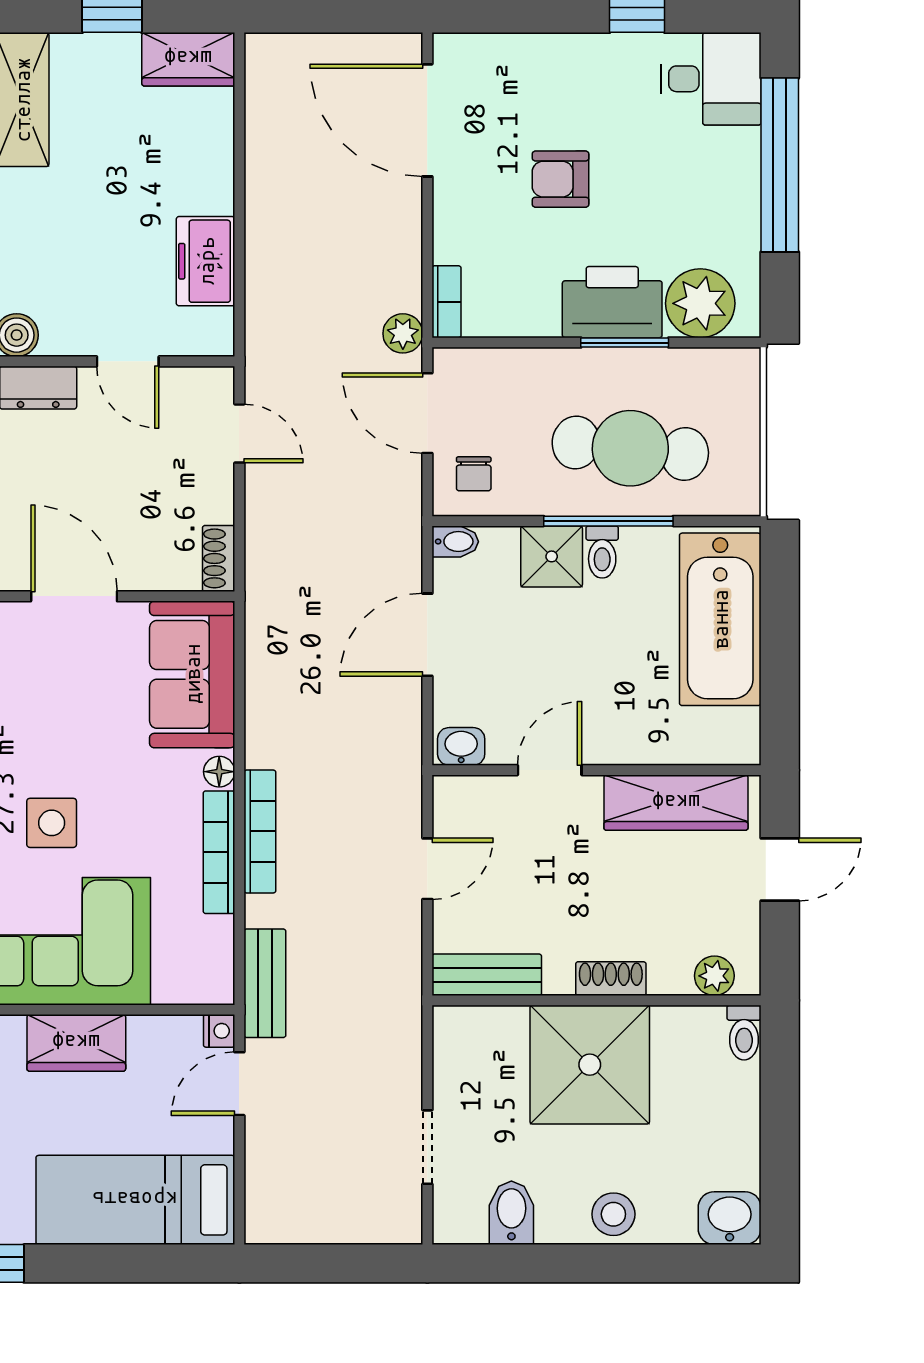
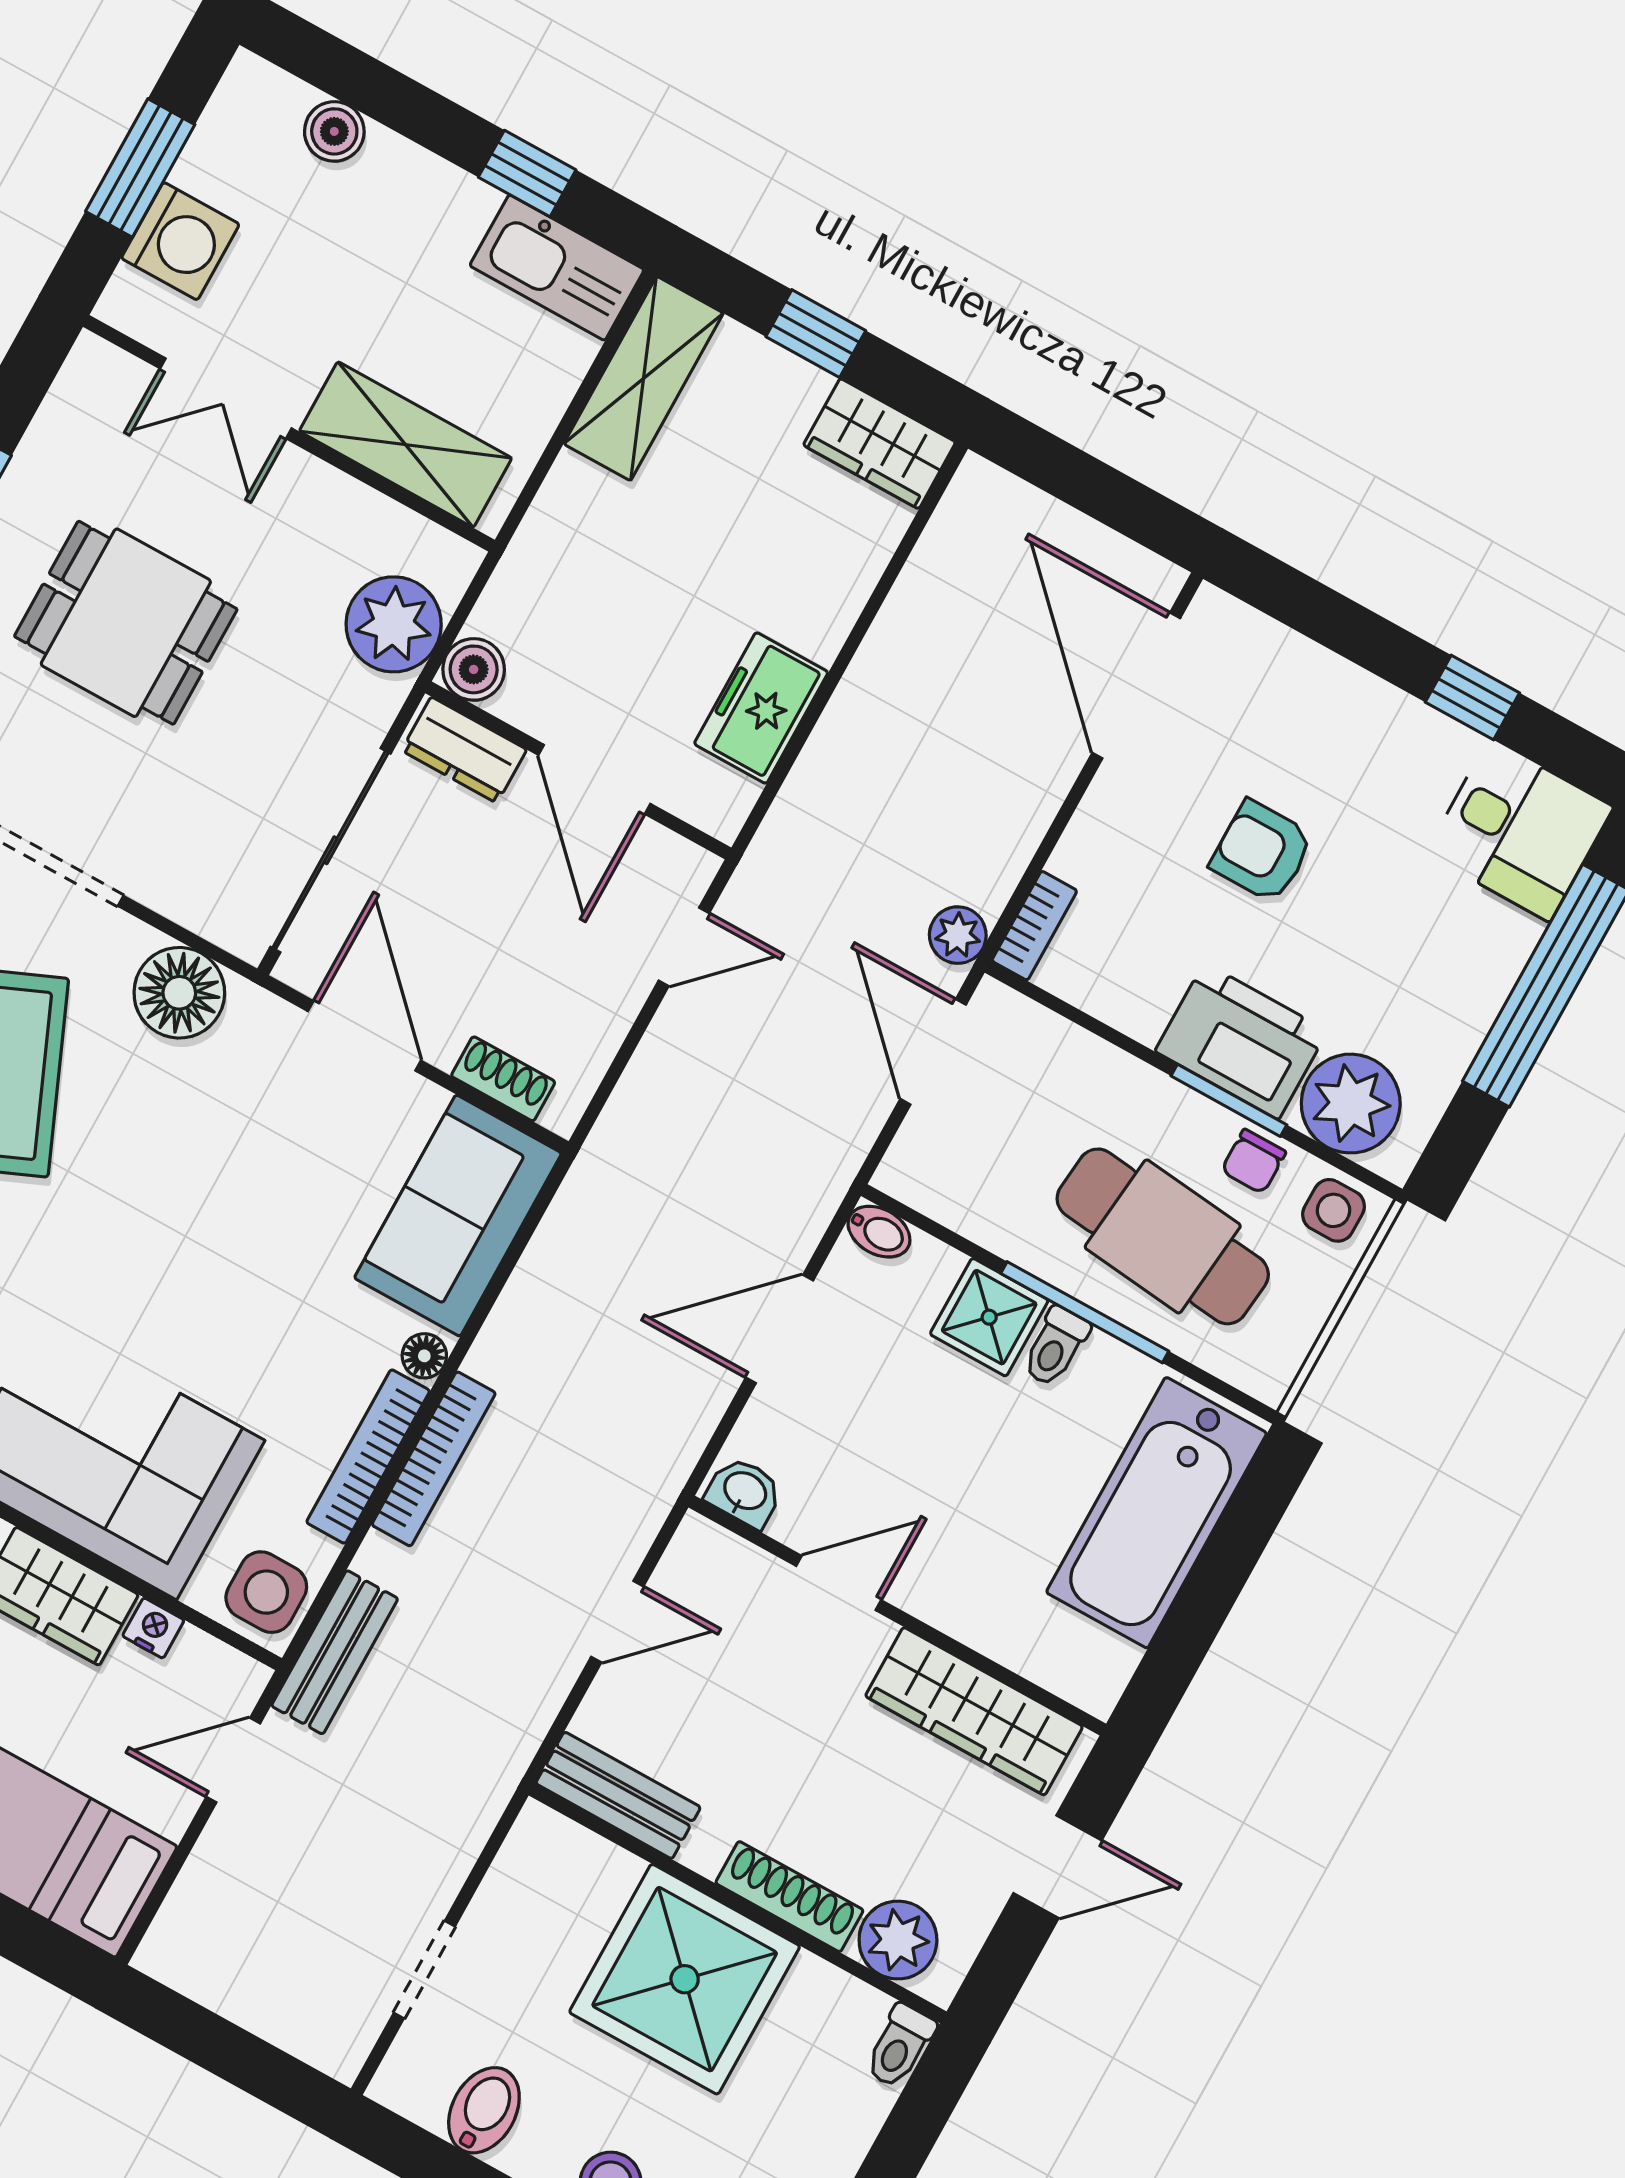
door: (128, 361) -> (594, 779), width x1.38
side table: (726, 374) -> (1334, 1210), added
door: (239, 434) -> (684, 947), hinge flipped
chair: (474, 474) -> (1253, 1161), moved
shoe rack: (219, 558) -> (503, 1079), moved, turned 90
side table: (52, 823) -> (266, 1592), moved
plant: (714, 976) -> (898, 1940), width x1.38, depth x1.38
shoe rack: (611, 979) -> (789, 1897), width x1.43
nightstand: (219, 1031) -> (153, 1628), moved, turned -90

